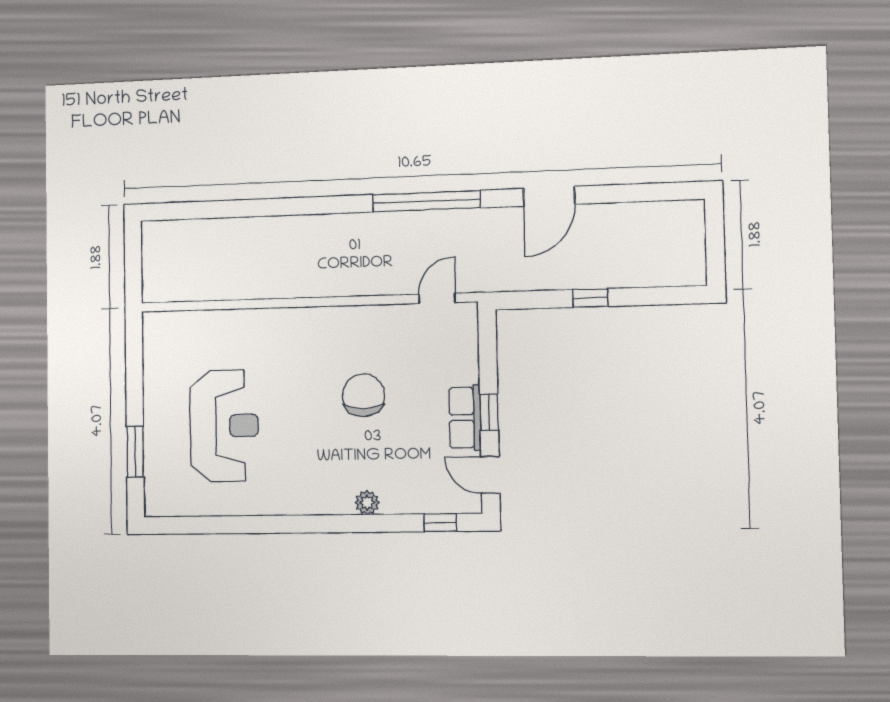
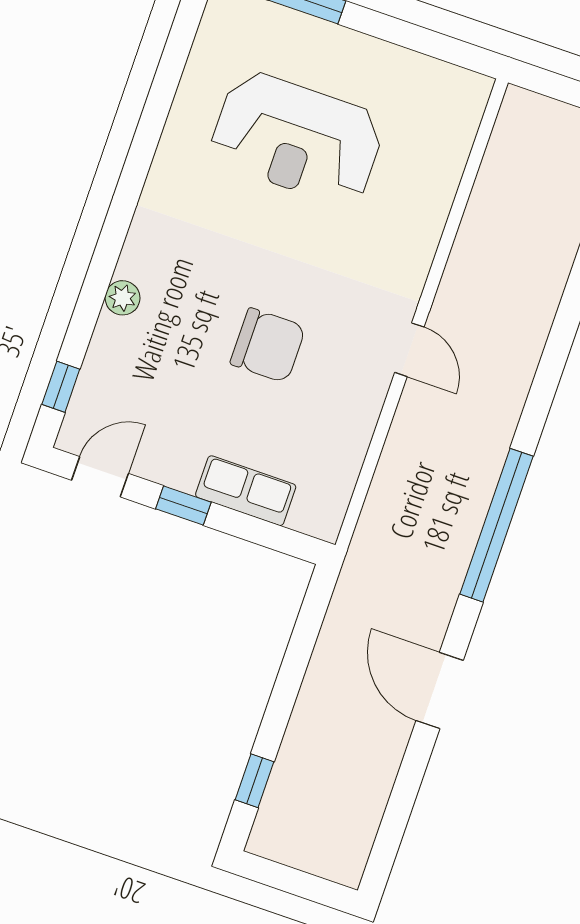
door: (437, 298) -> (409, 350), moved
window: (590, 298) -> (255, 781), moved
row of seats: (465, 418) -> (246, 491), moved

